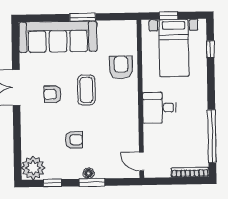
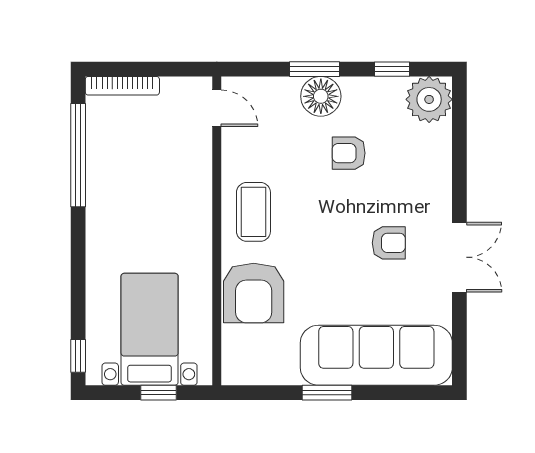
window: (210, 49) -> (78, 356), moved
armchair: (121, 67) -> (254, 293), width x1.36, depth x1.36
coffee table: (86, 90) -> (253, 212), moved
desk: (159, 108) -> (180, 213), removed
floor lamp: (89, 173) -> (321, 96), width x1.89, depth x1.89

